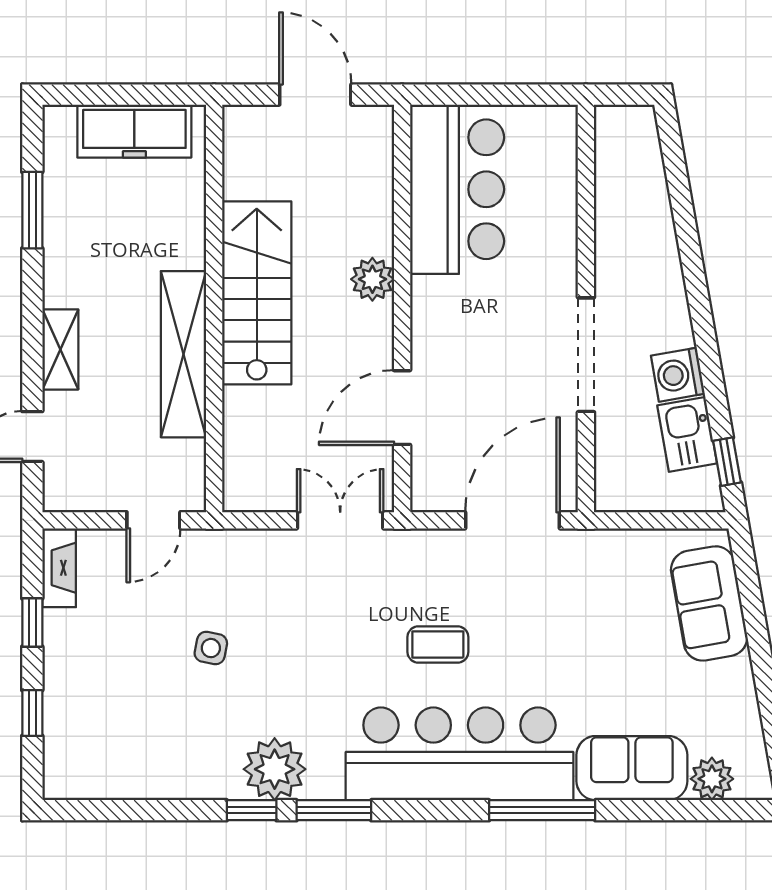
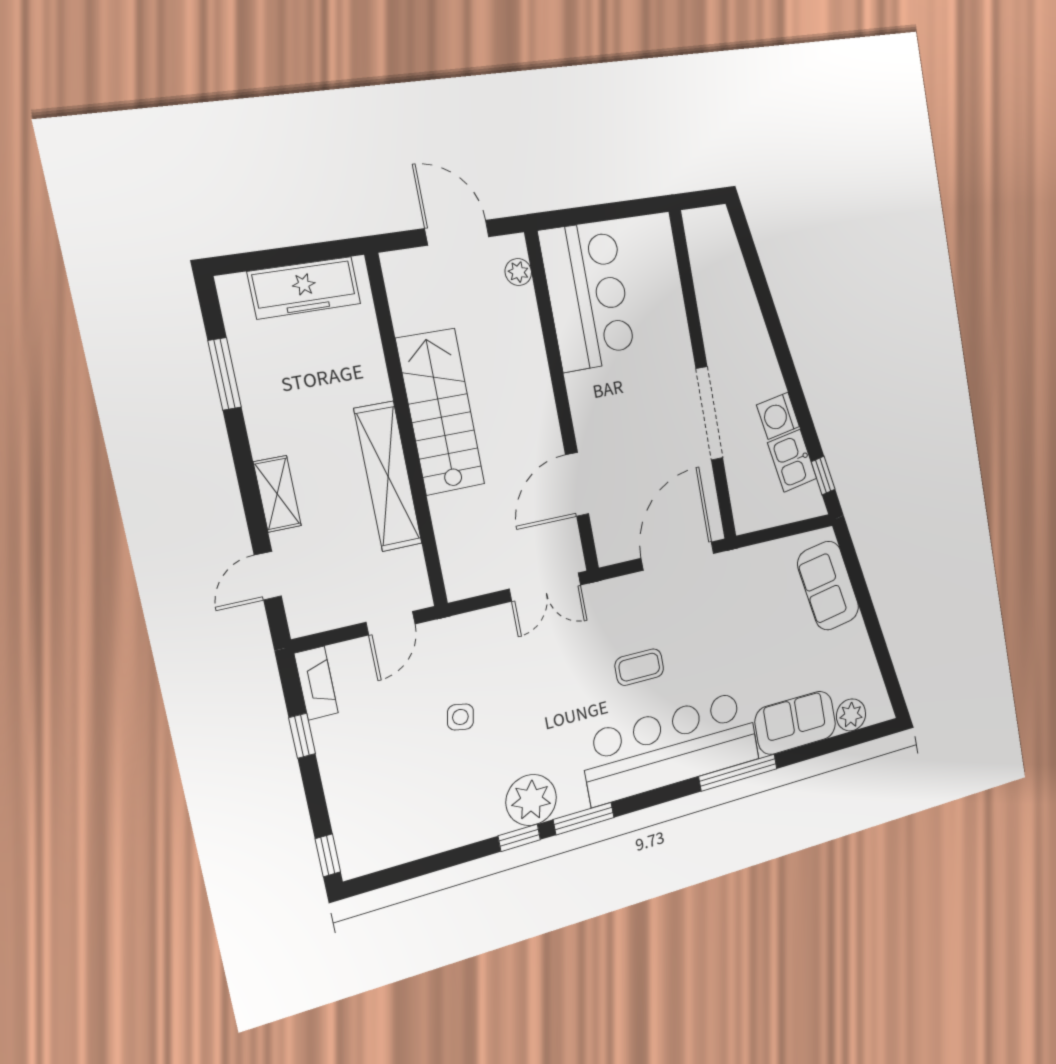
plant: (372, 279) -> (518, 272), moved, width x0.73, depth x0.73
double door: (340, 520) -> (545, 587), swing flipped
window: (32, 713) -> (328, 855), moved

